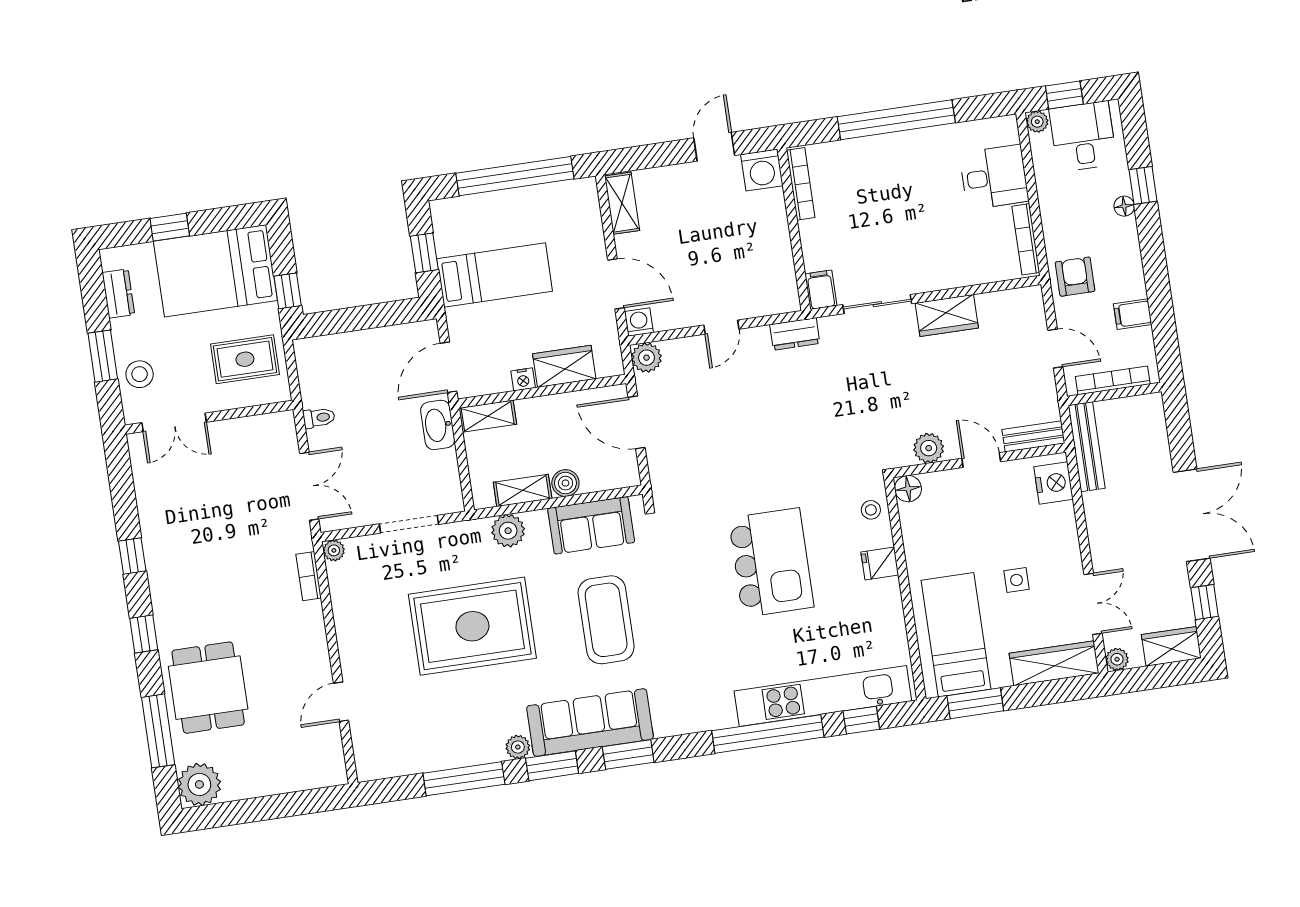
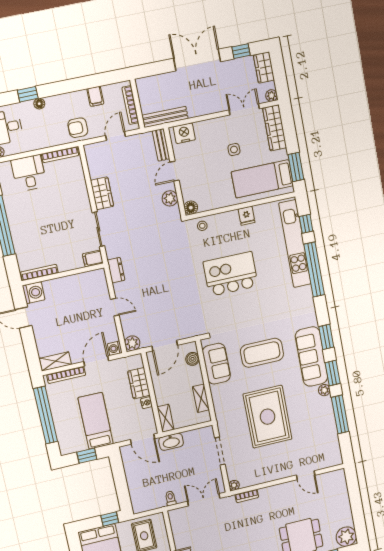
bookcase: (593, 222) -> (66, 375), added
boiler: (565, 483) -> (193, 359), moved
plant: (508, 531) -> (221, 404), removed
fridge: (880, 563) -> (247, 216), moved

